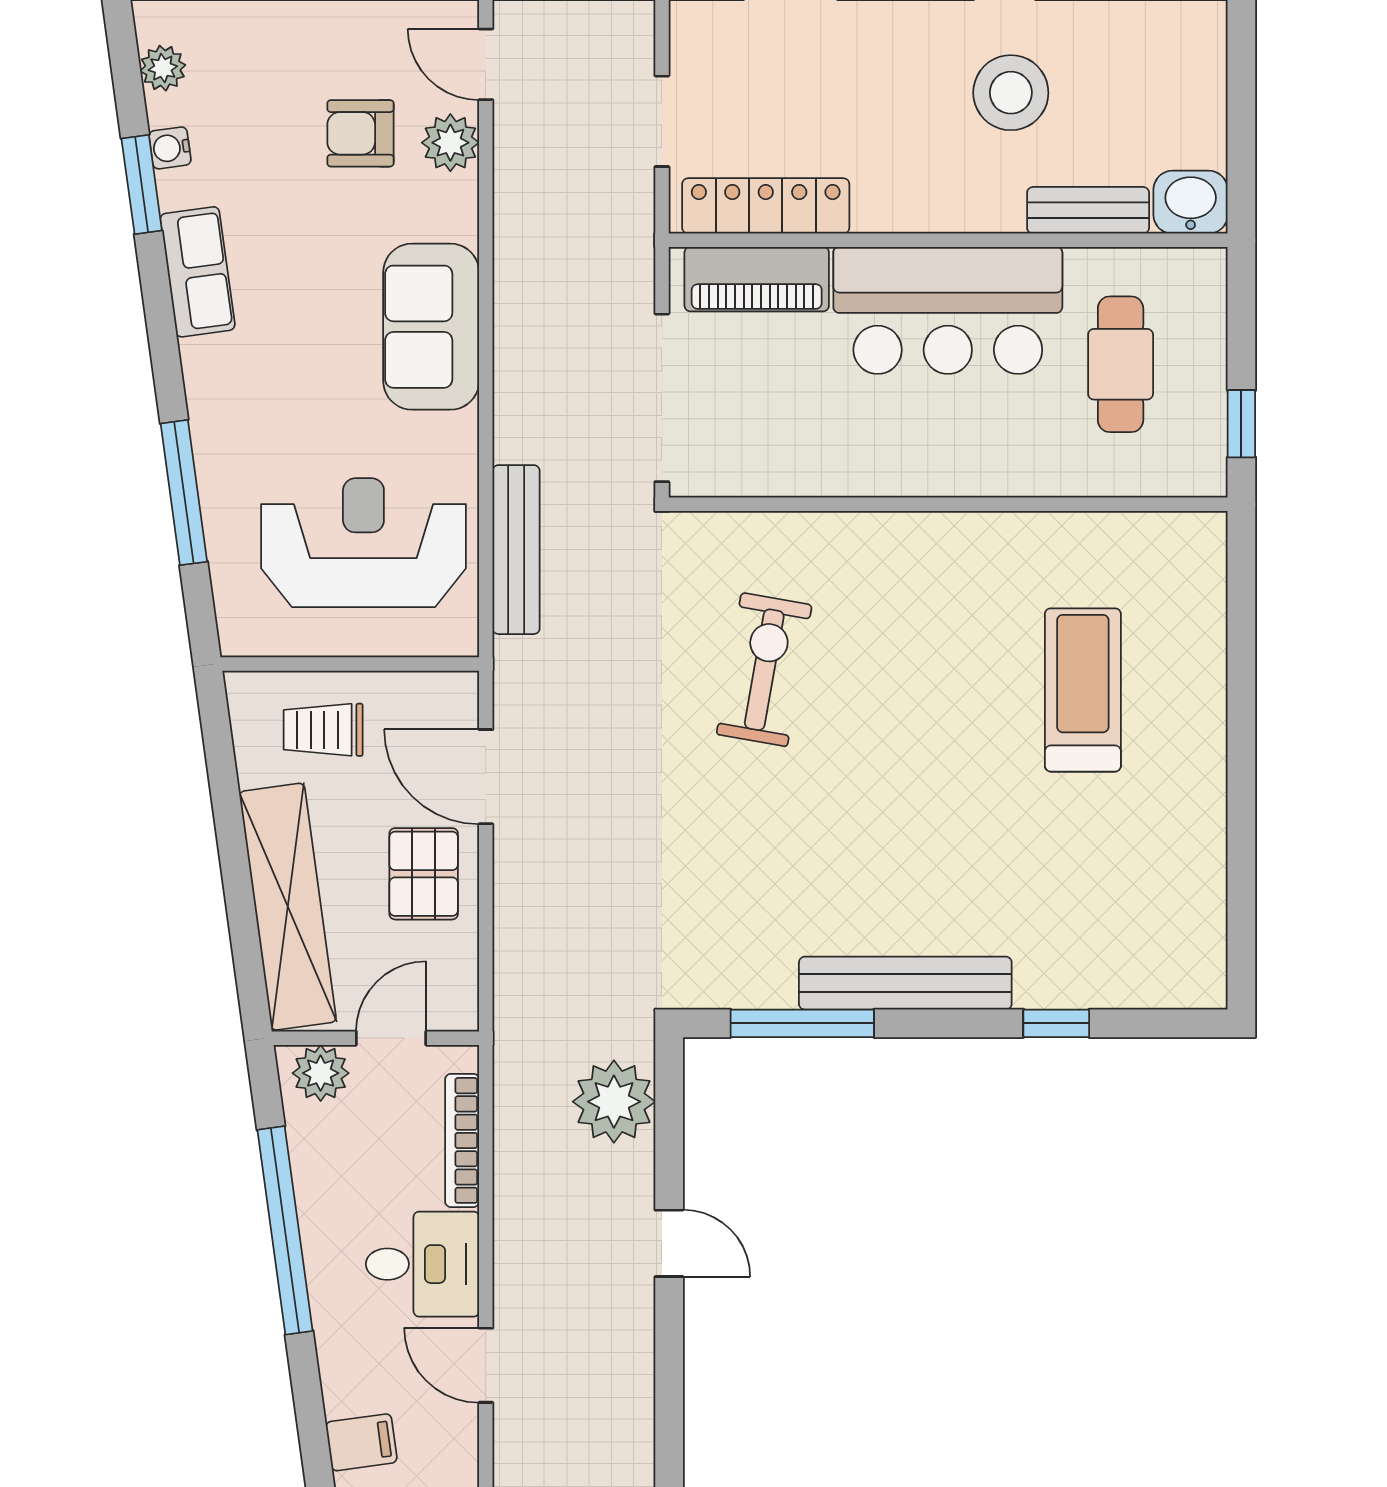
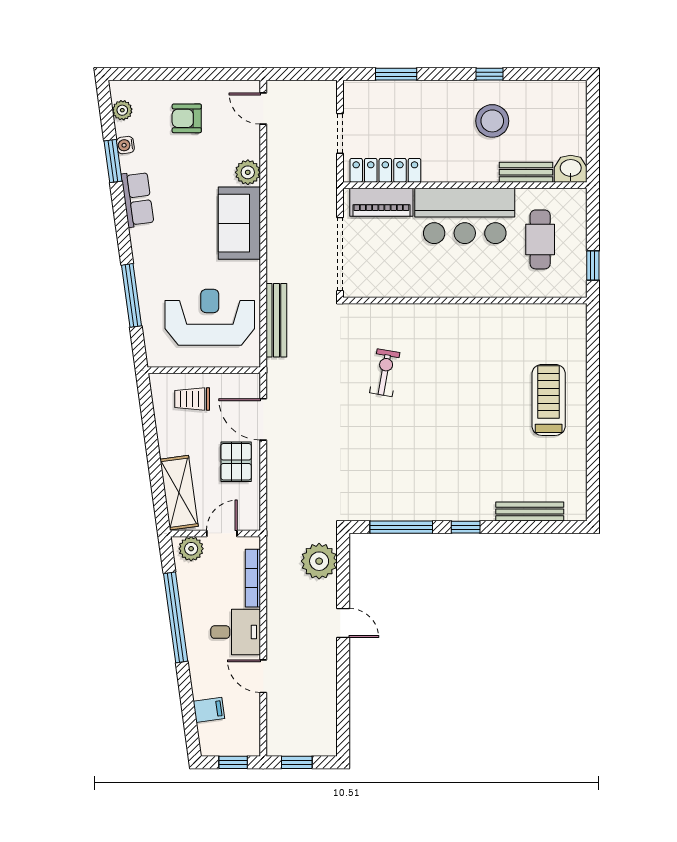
armchair: (360, 133) -> (187, 118), moved
plant: (450, 143) -> (248, 172), moved
exercise bike: (764, 670) -> (385, 373), width x0.73, depth x0.72
treadmill: (1083, 690) -> (549, 400), moved
shelving: (288, 907) -> (179, 493), width x0.68
bench: (905, 983) -> (530, 511), moved, width x0.73, depth x0.82
window: (1056, 1023) -> (466, 527), moved

